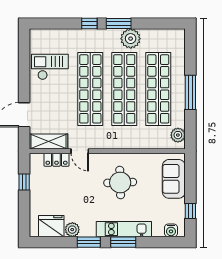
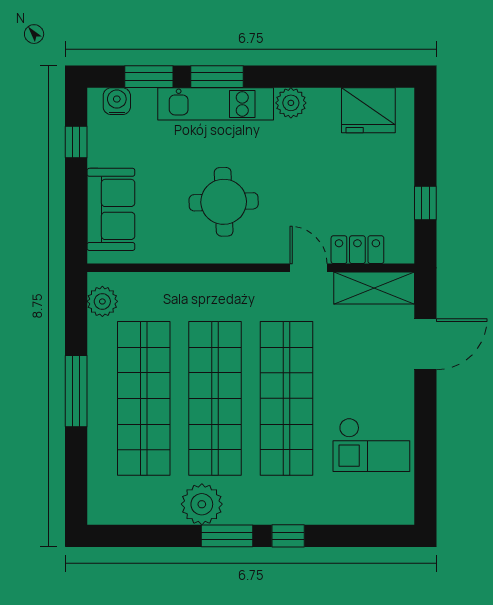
plant: (72, 230) -> (291, 103), moved
window: (89, 242) -> (149, 77), moved

